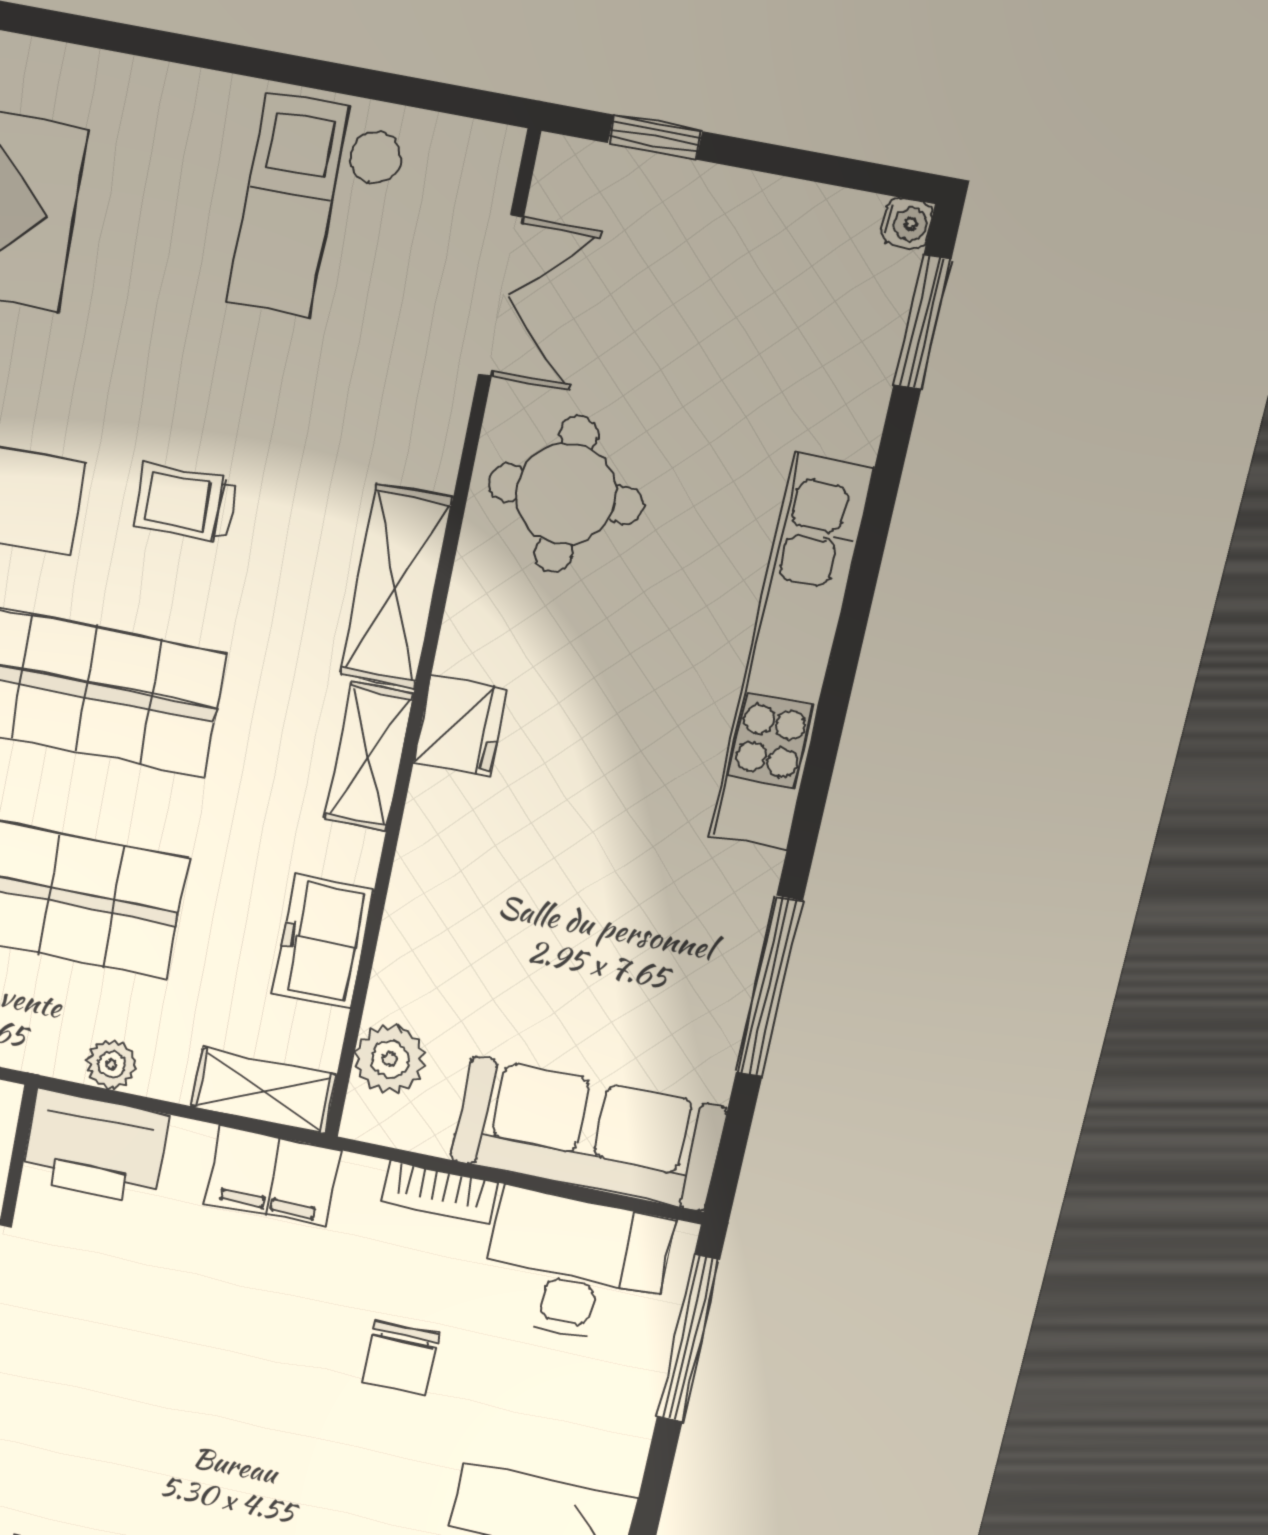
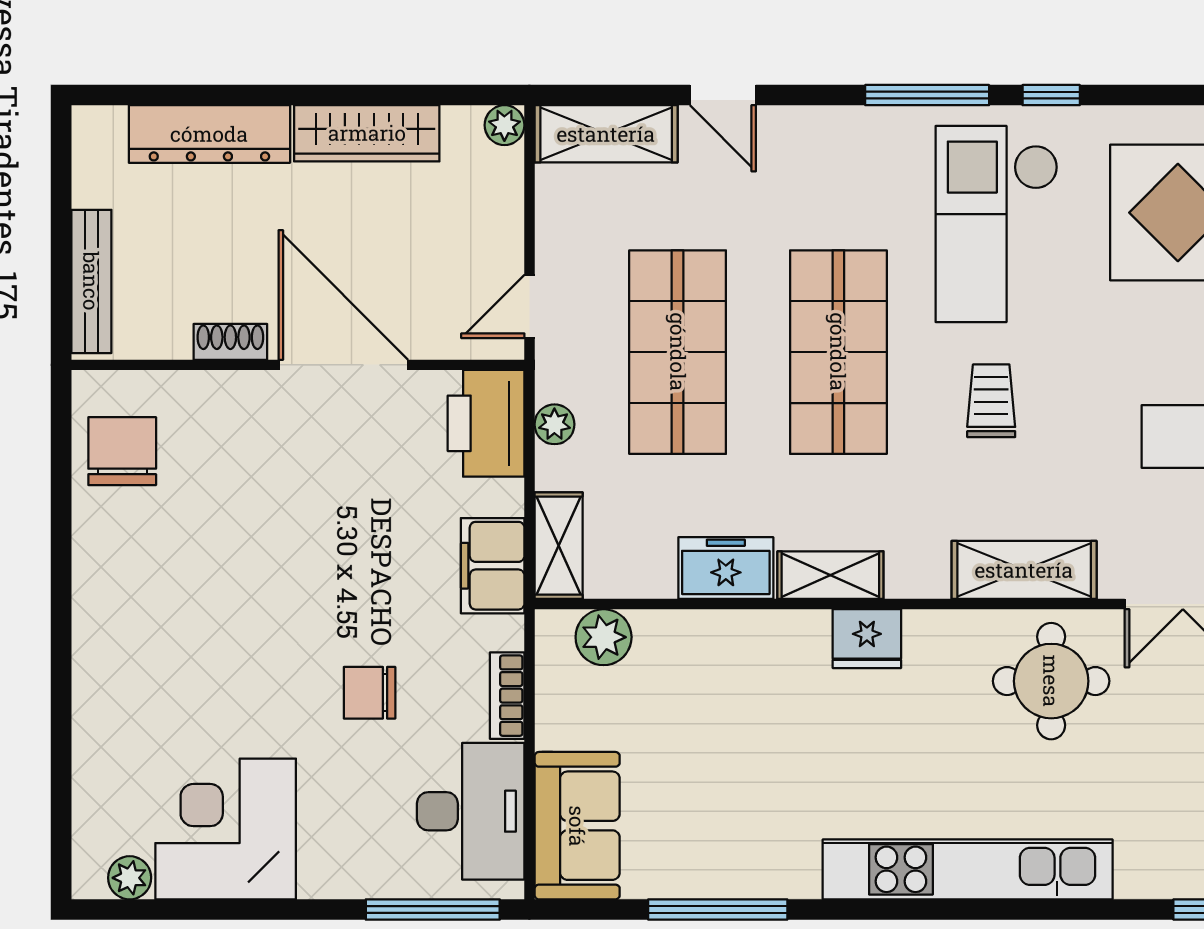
shelving: (396, 587) -> (1024, 570), moved
freezer: (323, 941) -> (726, 568), moved
sofa: (588, 1134) -> (577, 826), width x0.73

